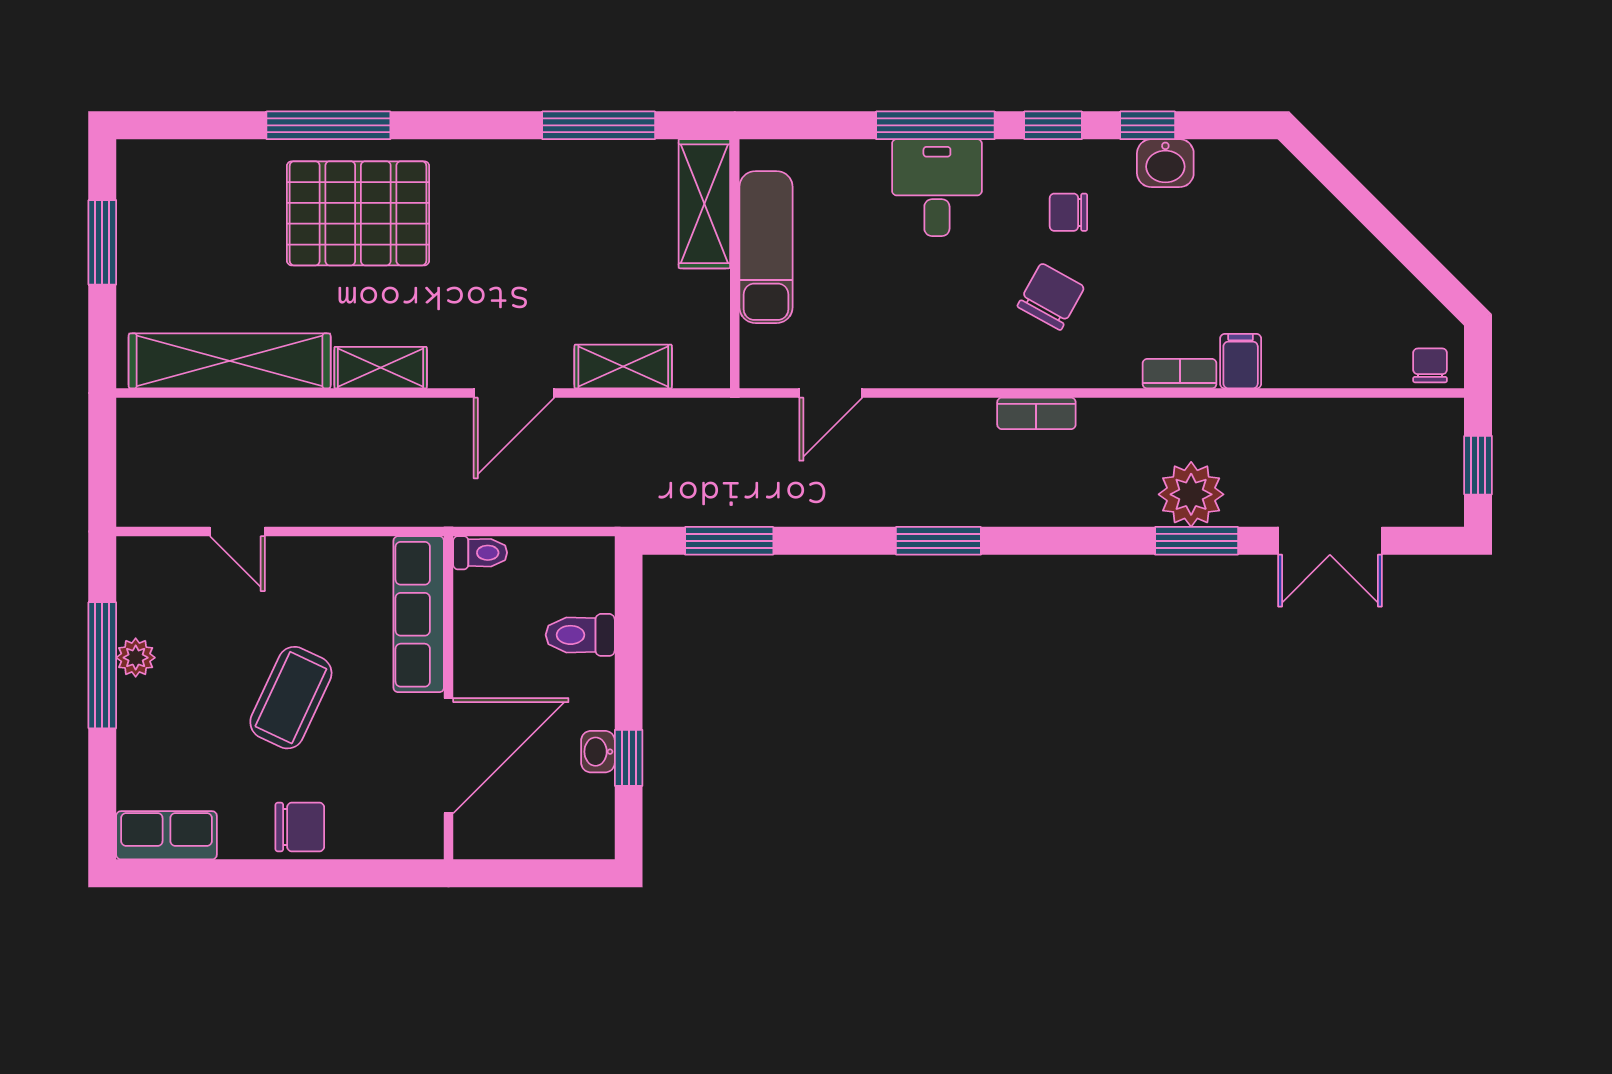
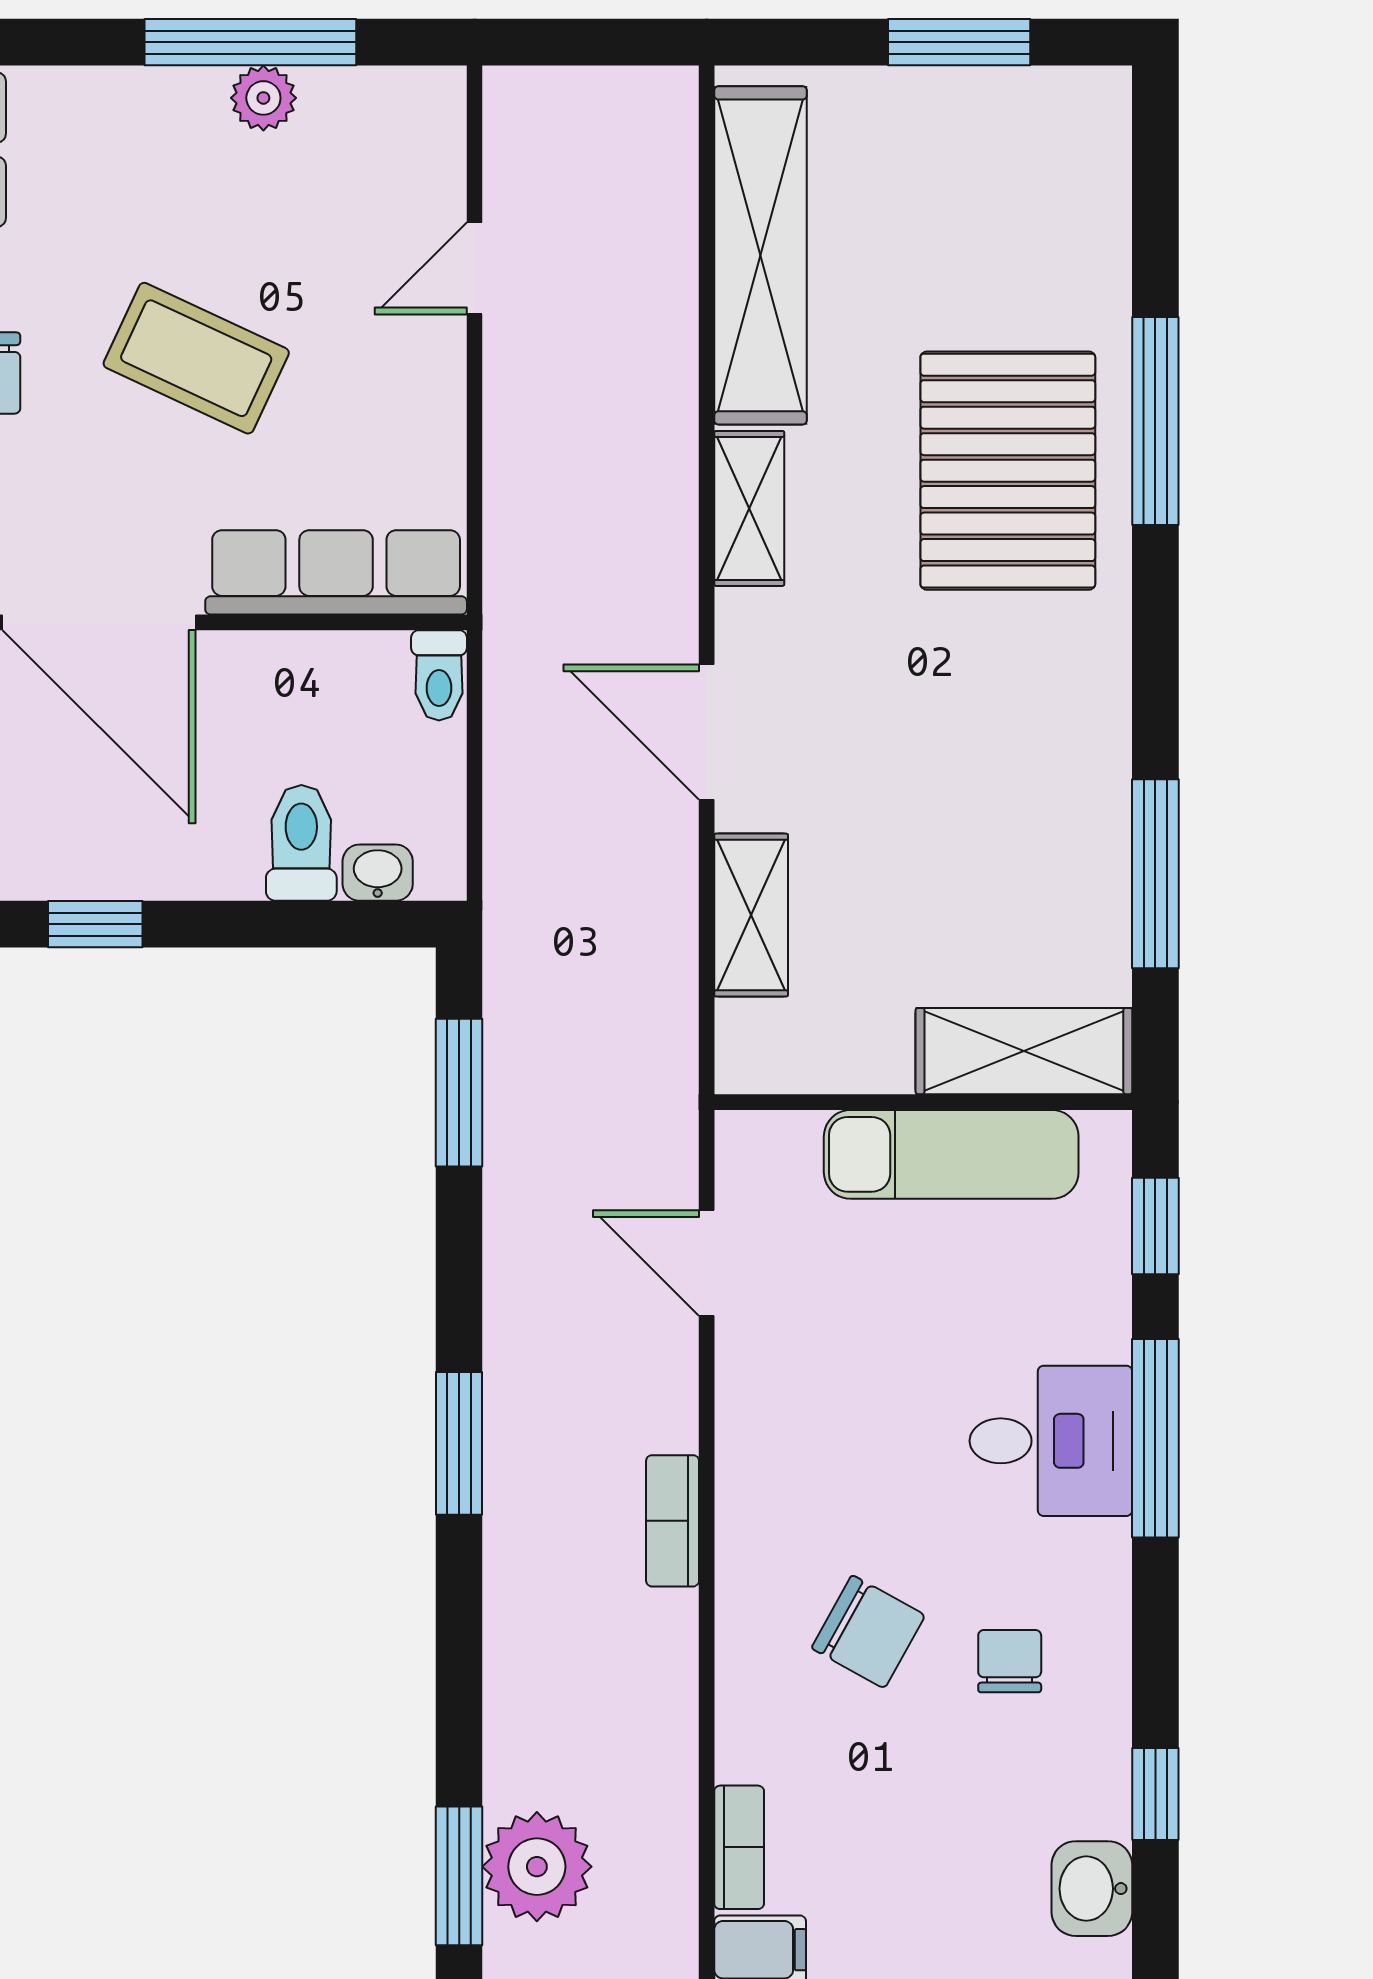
window: (1053, 125) -> (1155, 1226), moved
washbasin: (1165, 163) -> (1092, 1889), moved
bookcase: (1036, 413) -> (673, 1521), moved
washbasin: (598, 752) -> (378, 873), moved

